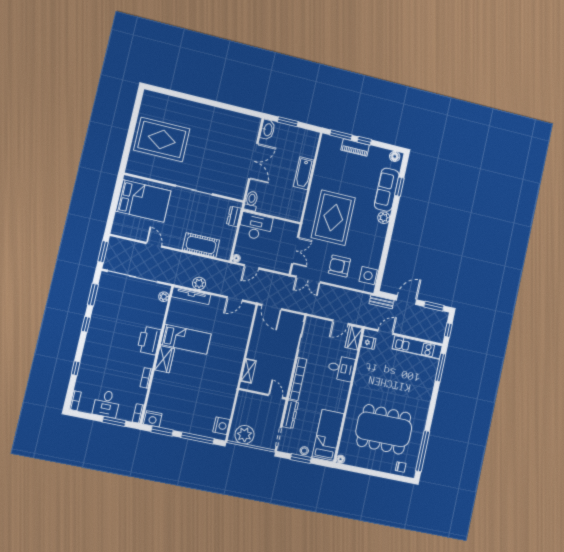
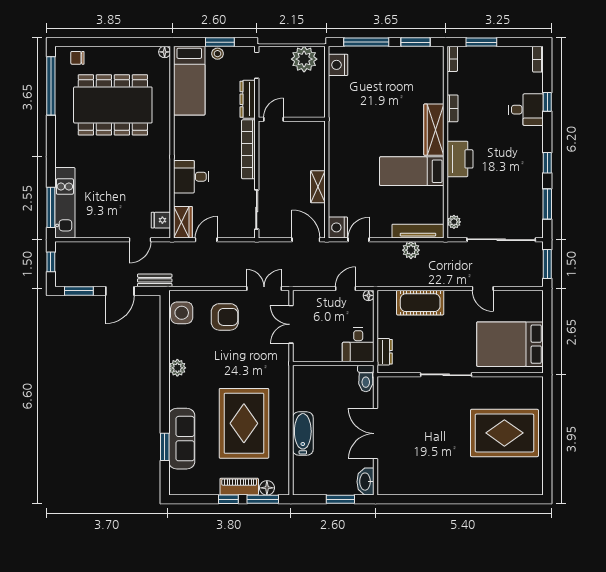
floor lamp: (395, 156) -> (267, 488), moved
rug: (333, 218) -> (244, 423), moved
plant: (384, 218) -> (177, 368), moved
desk: (256, 226) -> (358, 345), width x0.73
kitchen unit: (417, 347) -> (65, 203), moved, turned 90
wardrobe: (165, 359) -> (434, 130), width x1.50
shelving: (249, 371) -> (318, 187), moved
door: (275, 396) -> (273, 119), swing flipped
desk: (106, 404) -> (526, 110), moved, turned 90
nightstand: (153, 419) -> (338, 227), moved, turned -90

